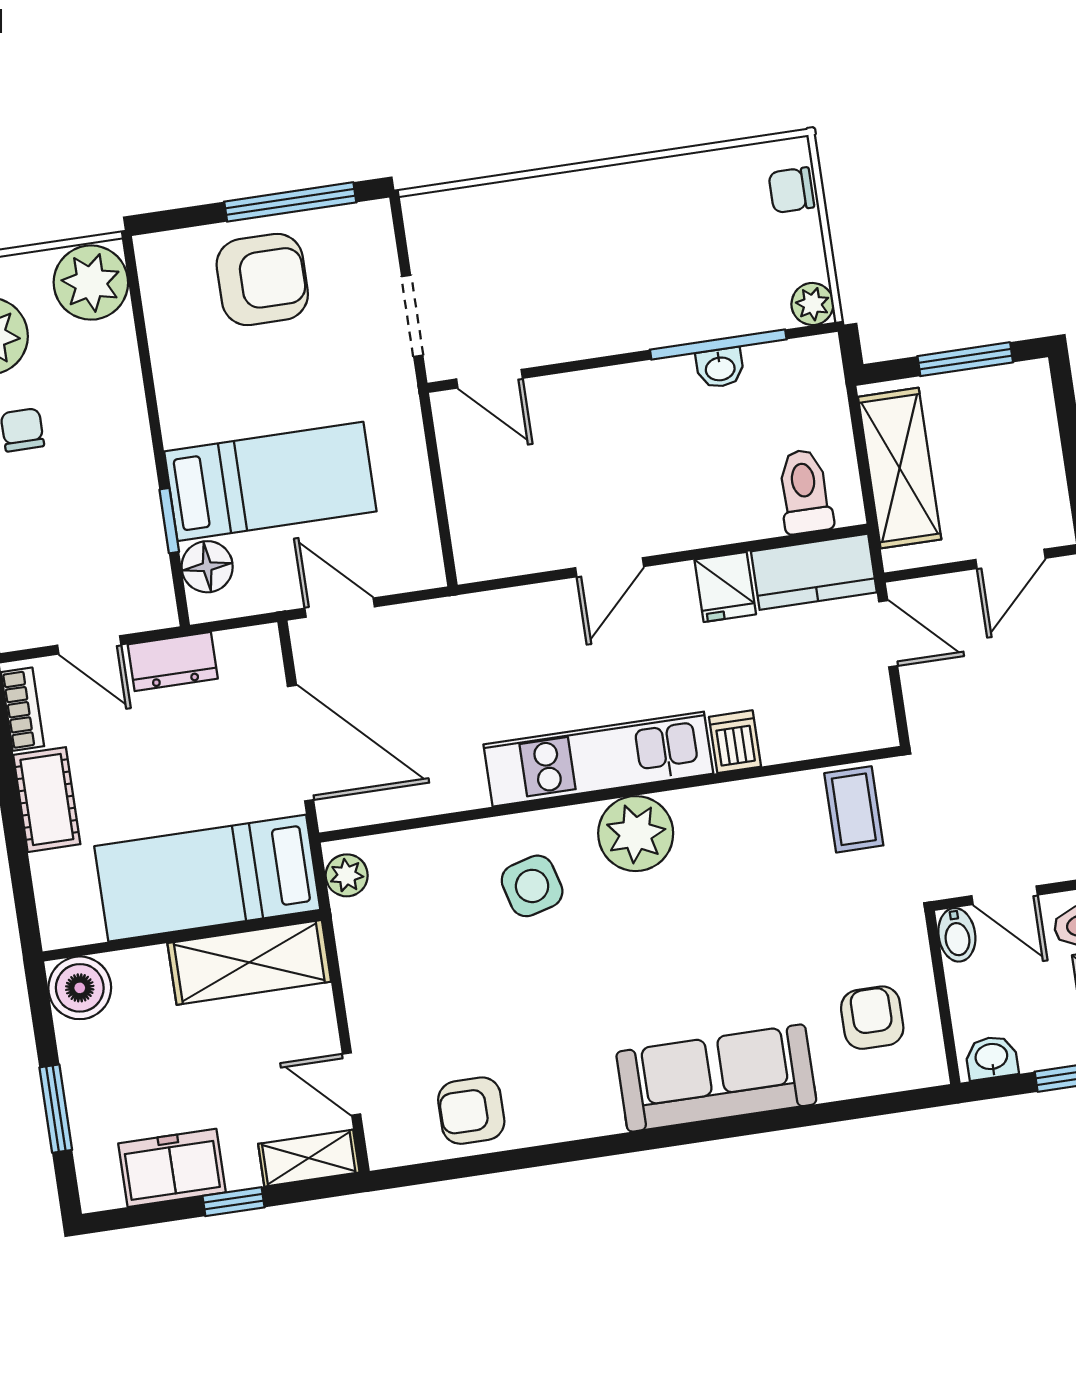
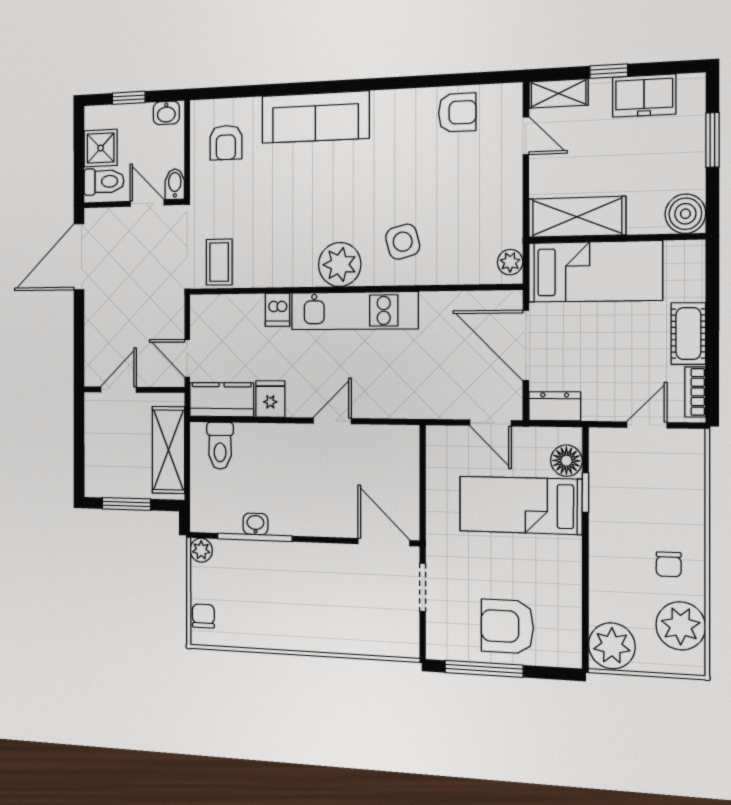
chair: (791, 190) -> (203, 616), turned -90
door: (489, 379) -> (384, 542), width x1.38
door: (89, 645) -> (647, 425), hinge flipped
dresser: (173, 662) -> (555, 406), moved

